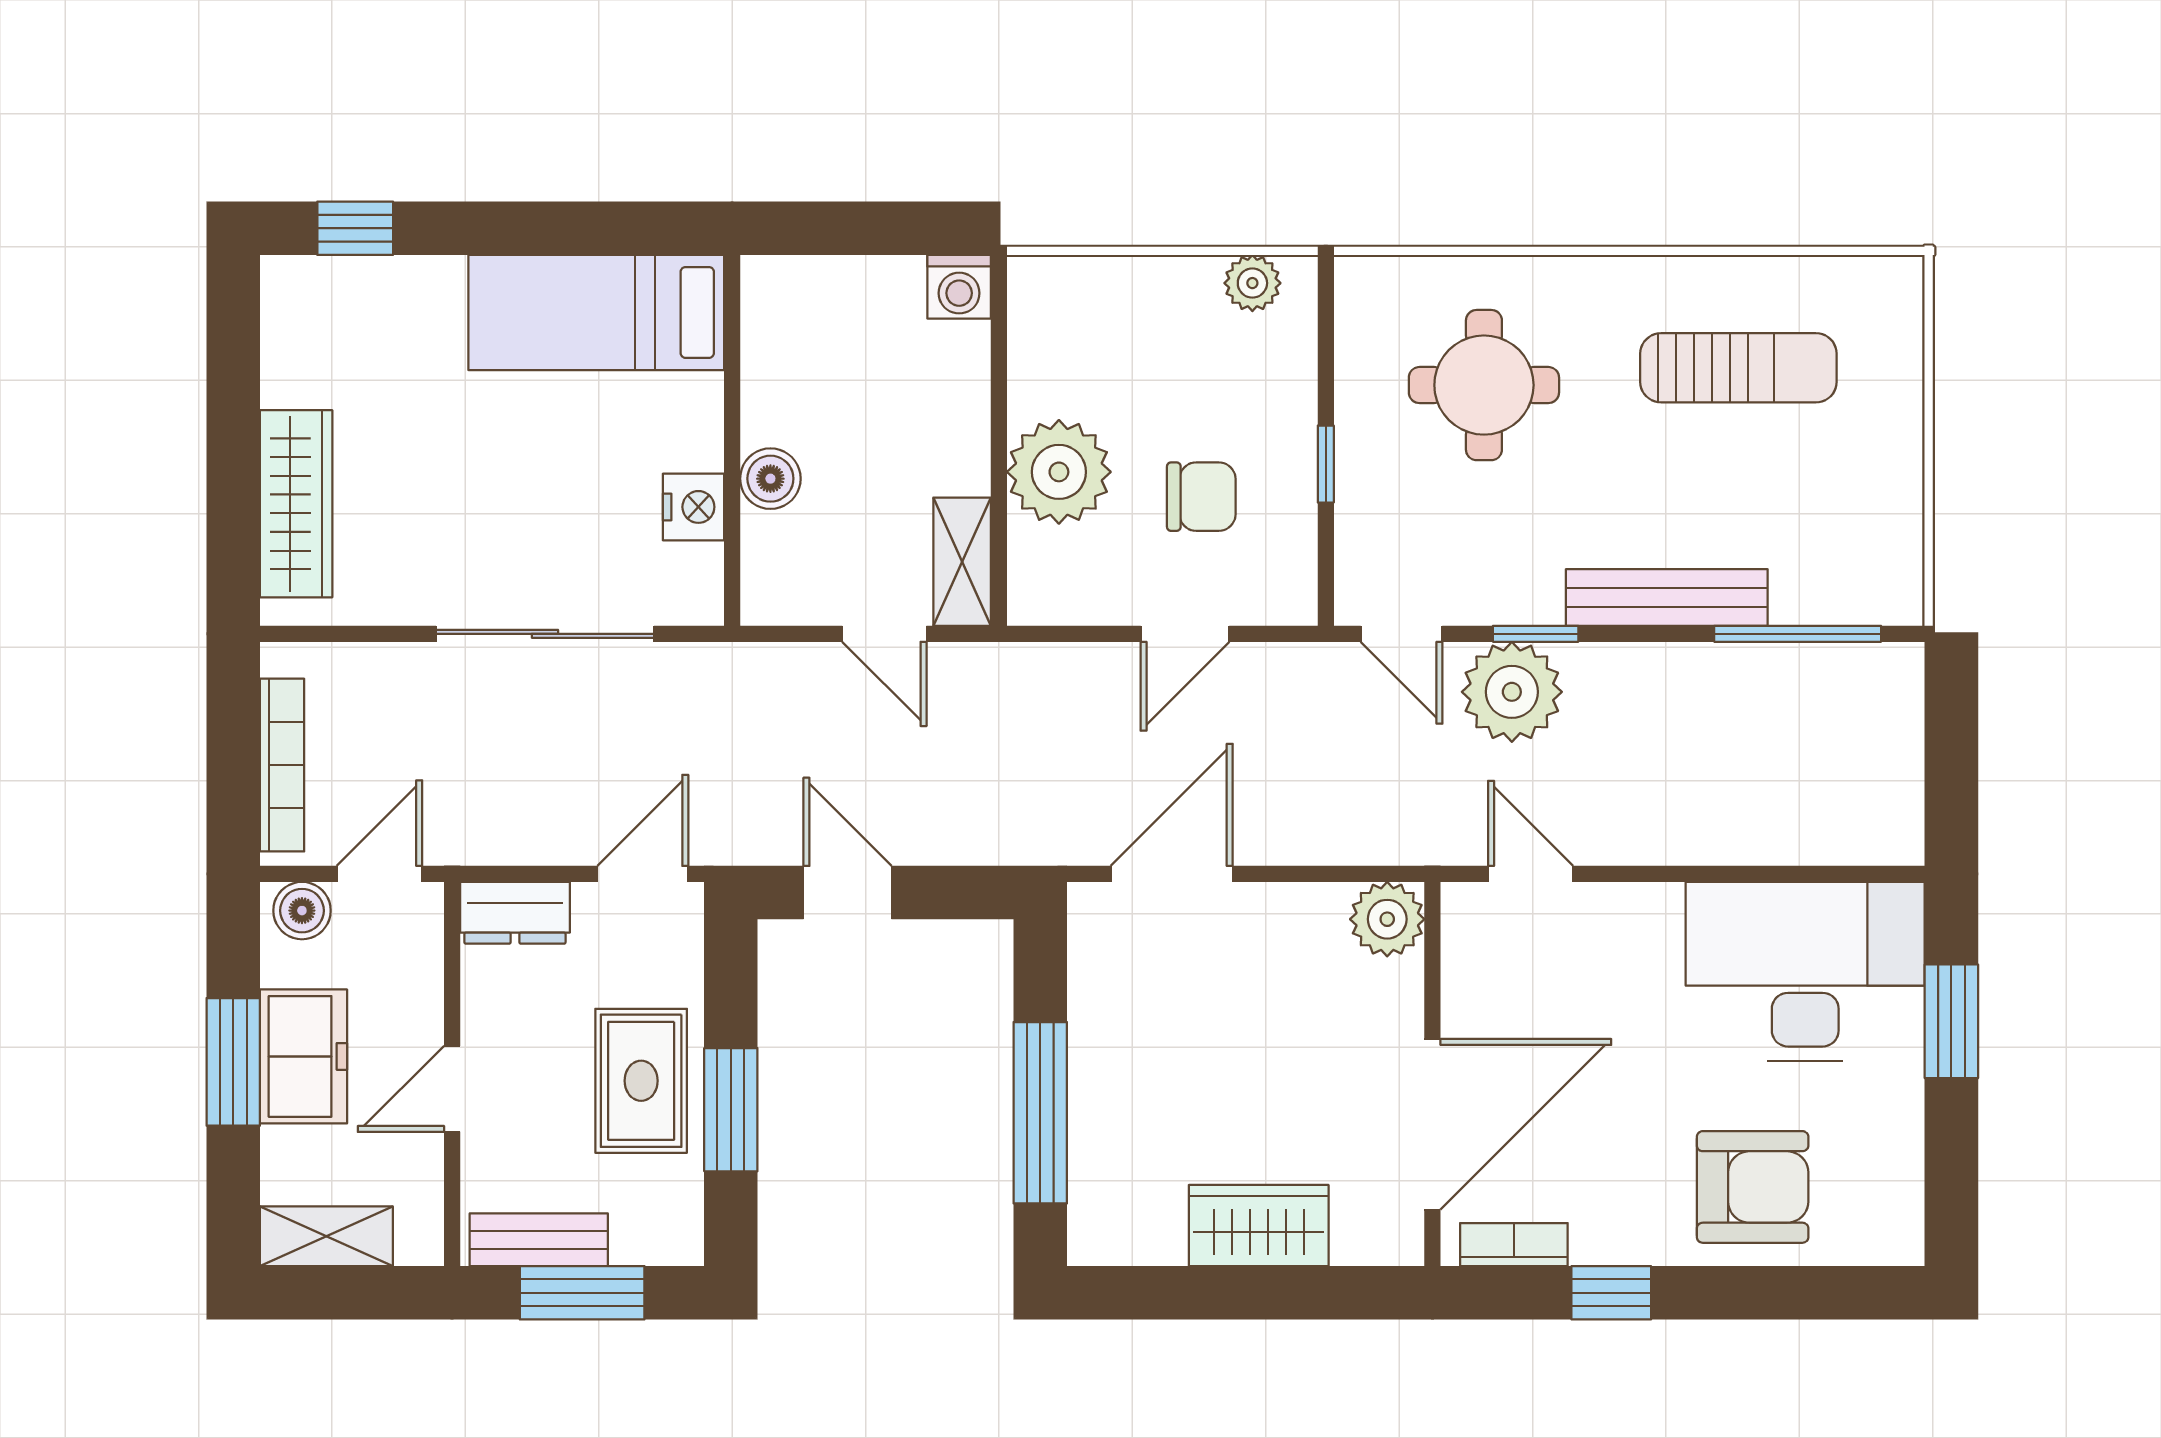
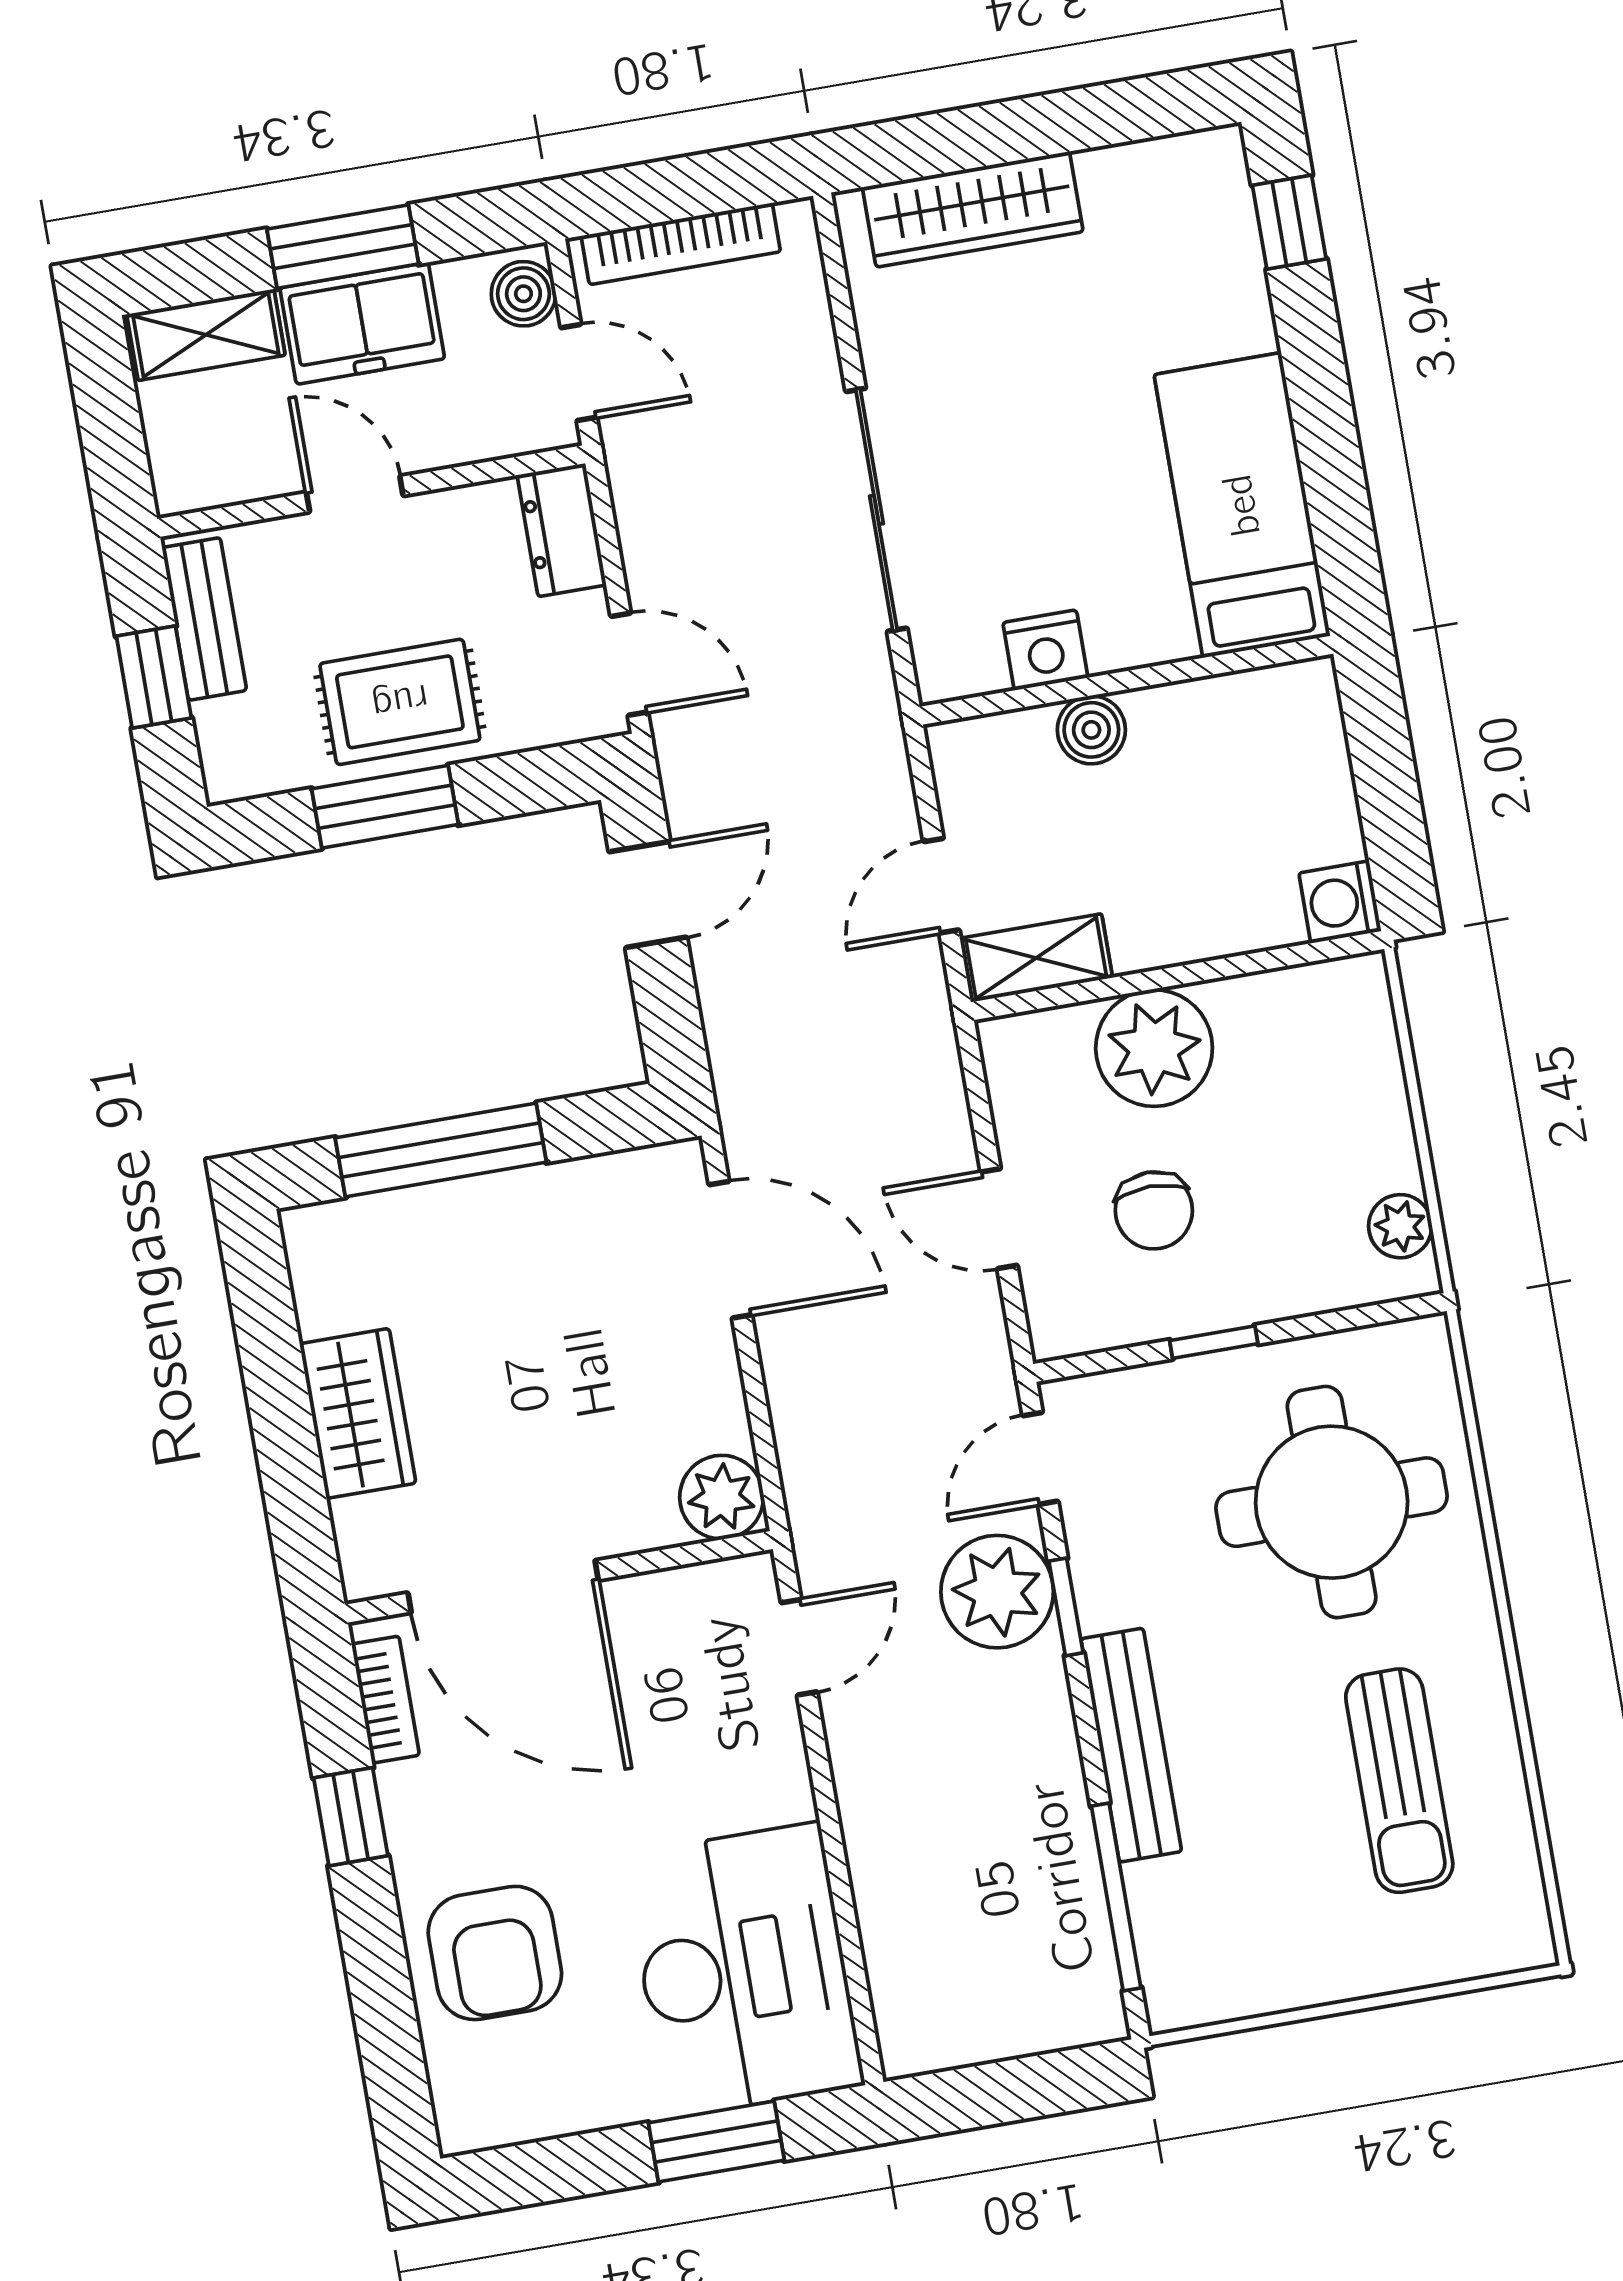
round table: (1484, 385) -> (1332, 1502), width x1.36, depth x1.36
shelving: (326, 1236) -> (206, 335), moved, turned 90
window: (582, 1293) -> (154, 677), width x0.67

